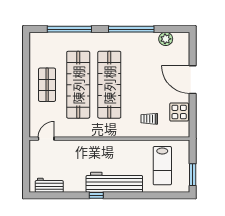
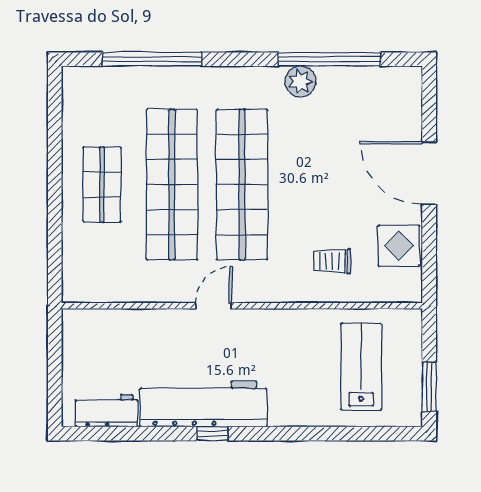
window: (131, 29) -> (329, 59), moved
plant: (166, 39) -> (300, 81), moved
door: (46, 139) -> (214, 306), moved
lab bench: (162, 166) -> (361, 367), turned 180
workbench: (114, 182) -> (203, 404), moved

